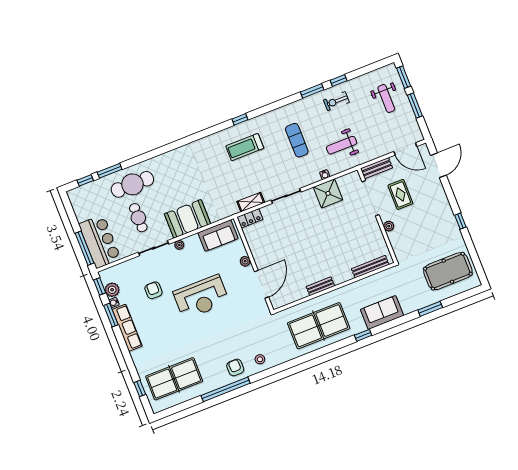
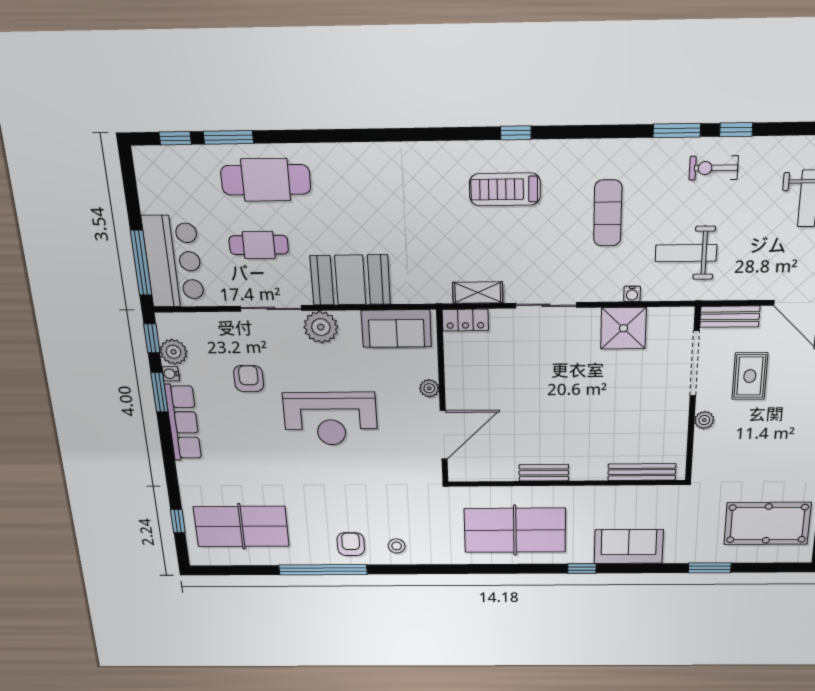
cafe table: (138, 218) -> (259, 245), turned 90
plant: (179, 245) -> (321, 327), width x1.87, depth x1.87

